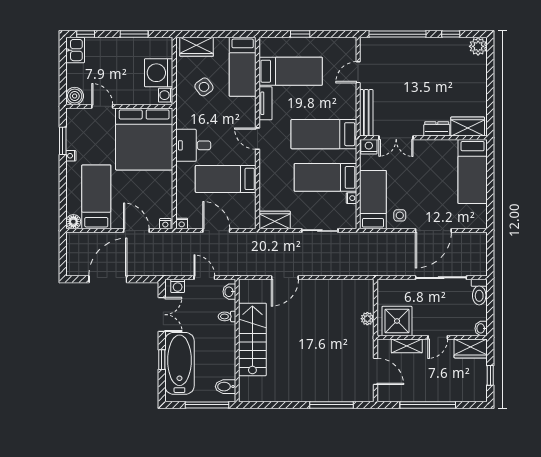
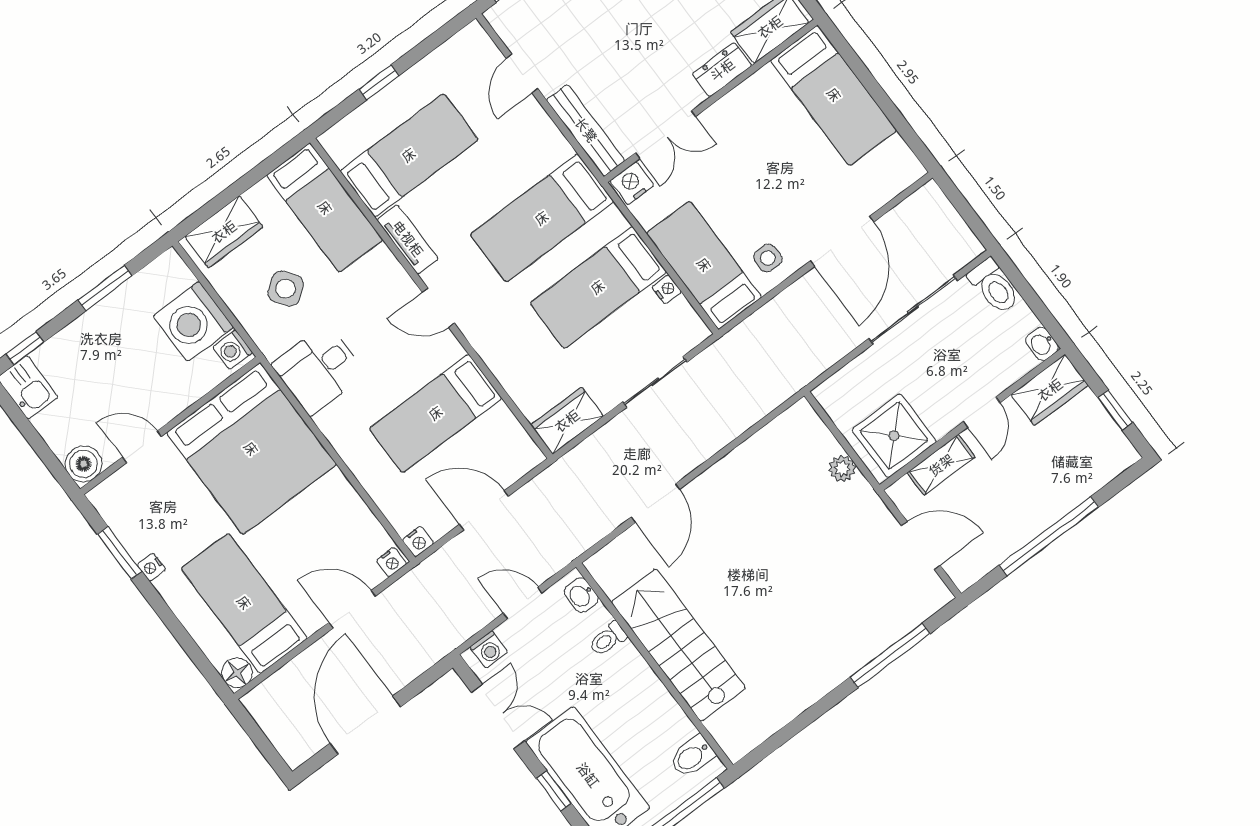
desk: (193, 145) -> (319, 369), moved

